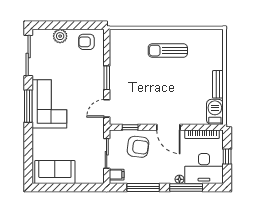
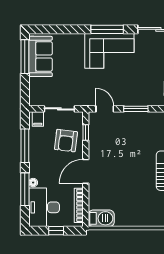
bench: (218, 84) -> (129, 221), removed
window: (55, 187) -> (25, 57), added

